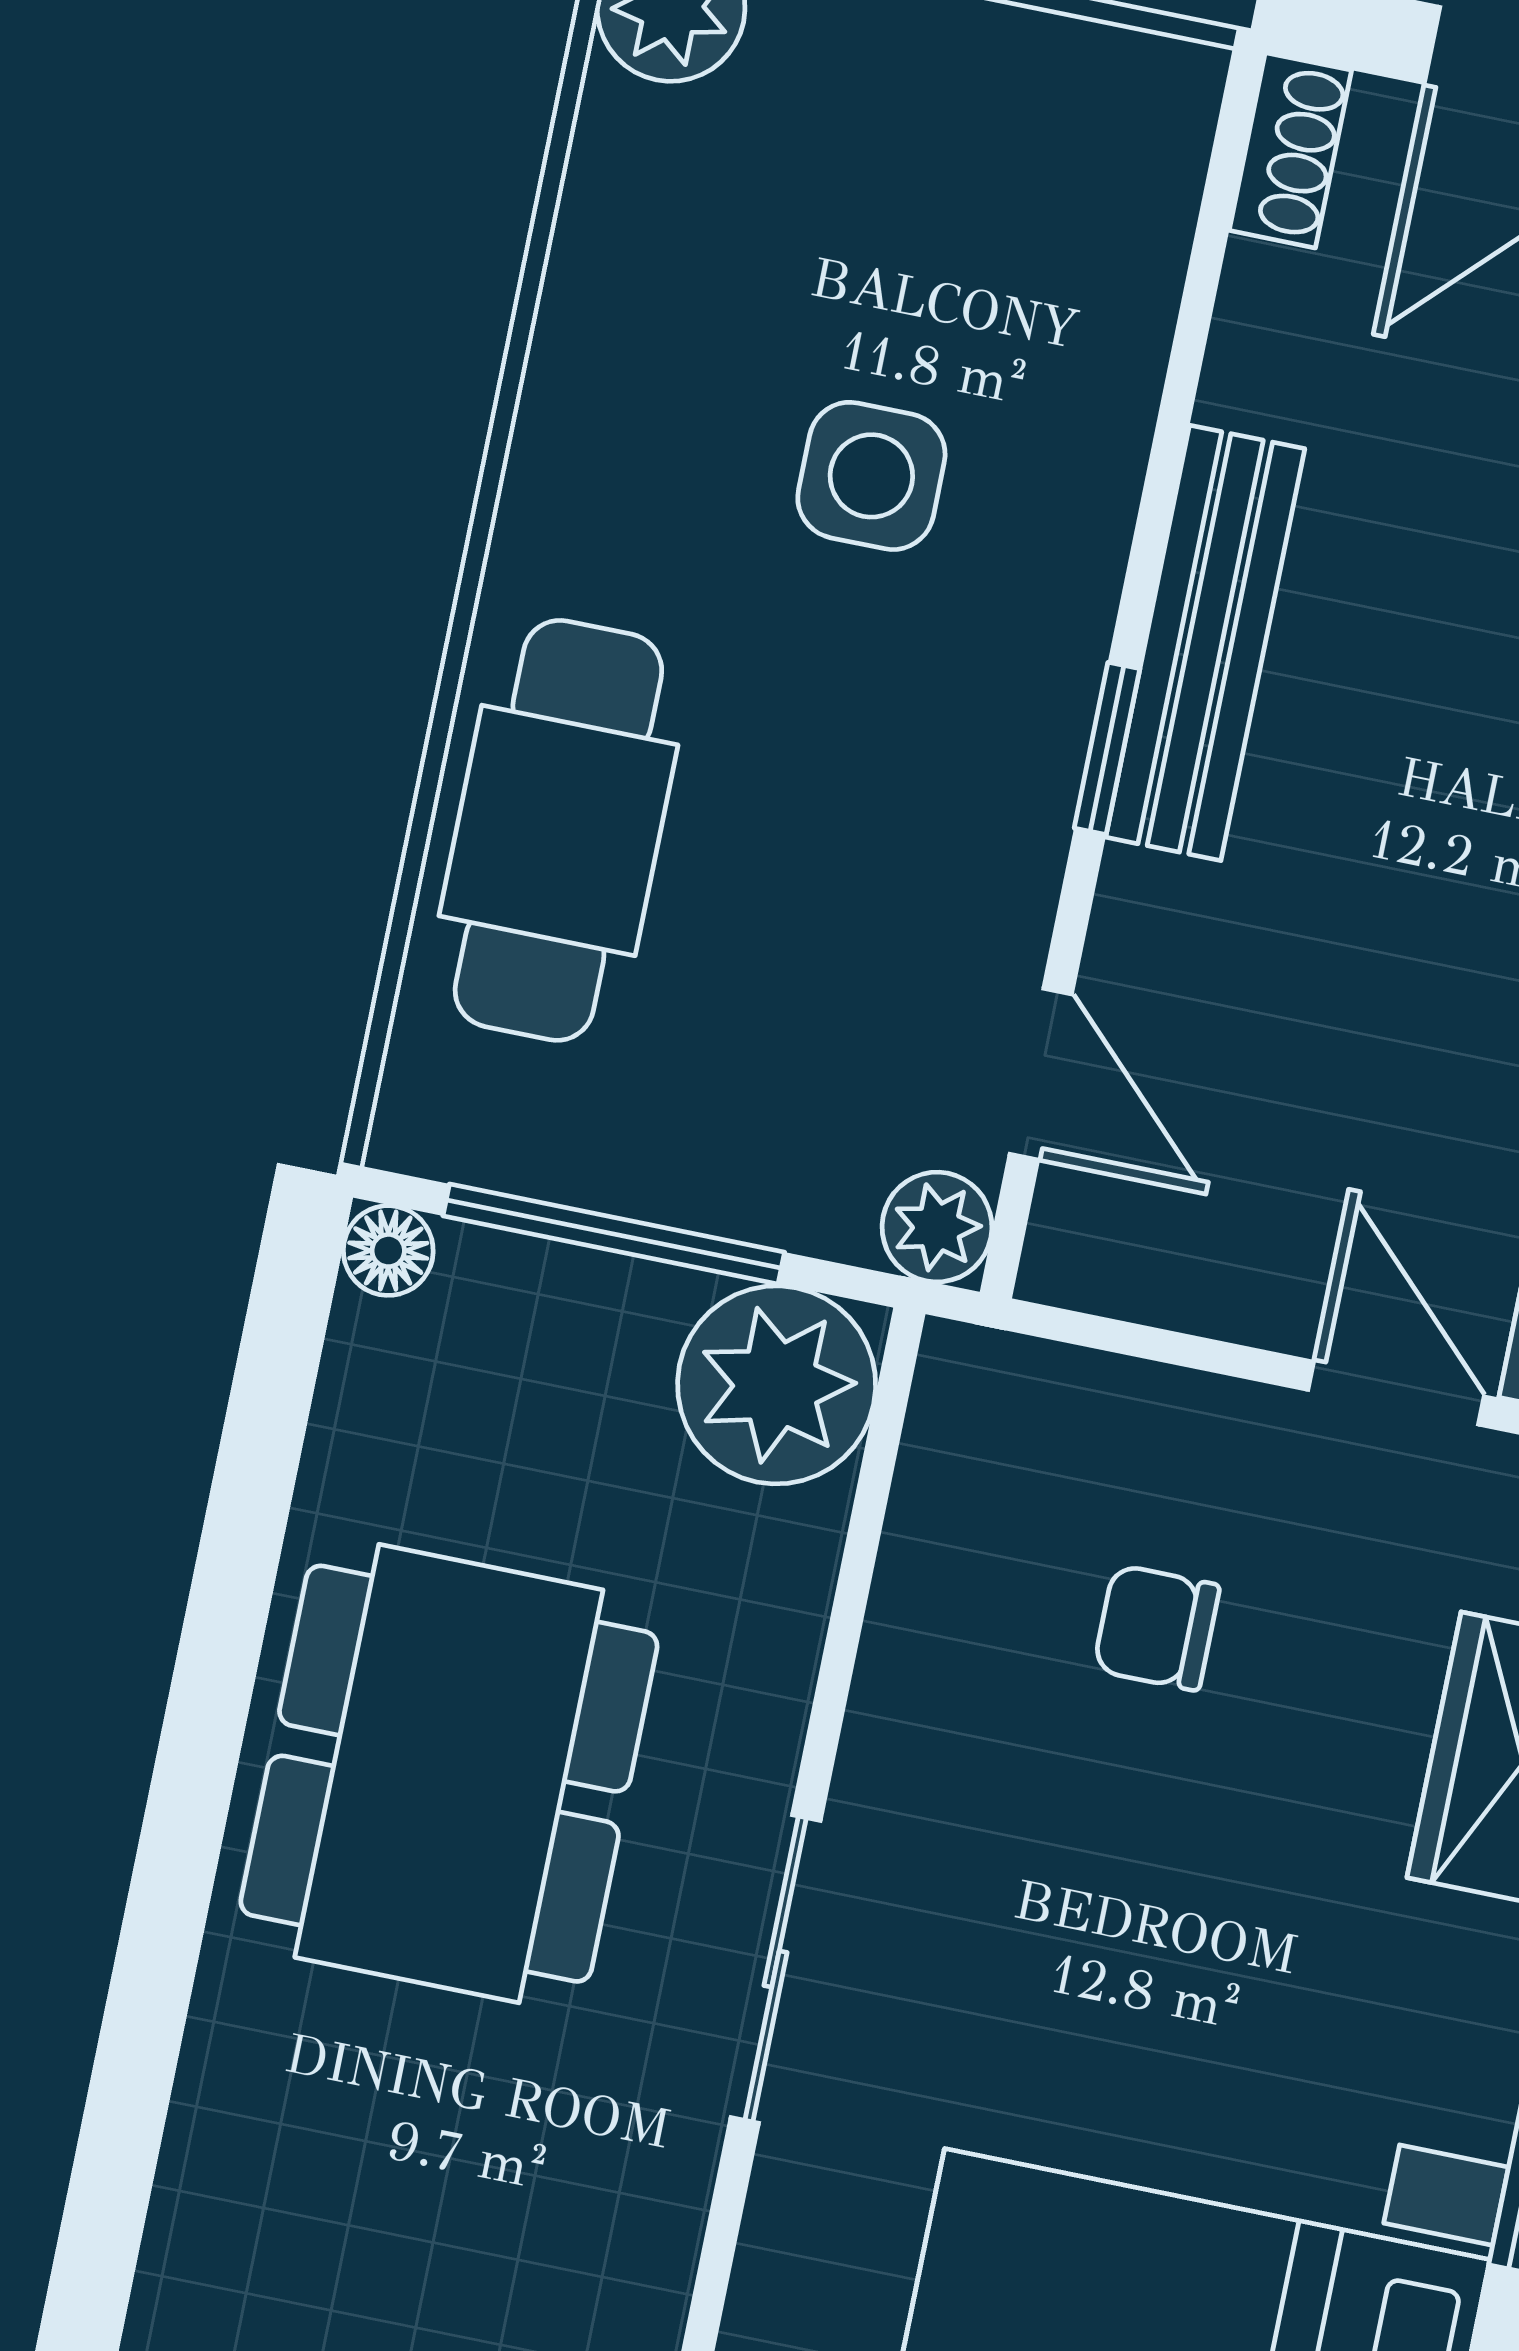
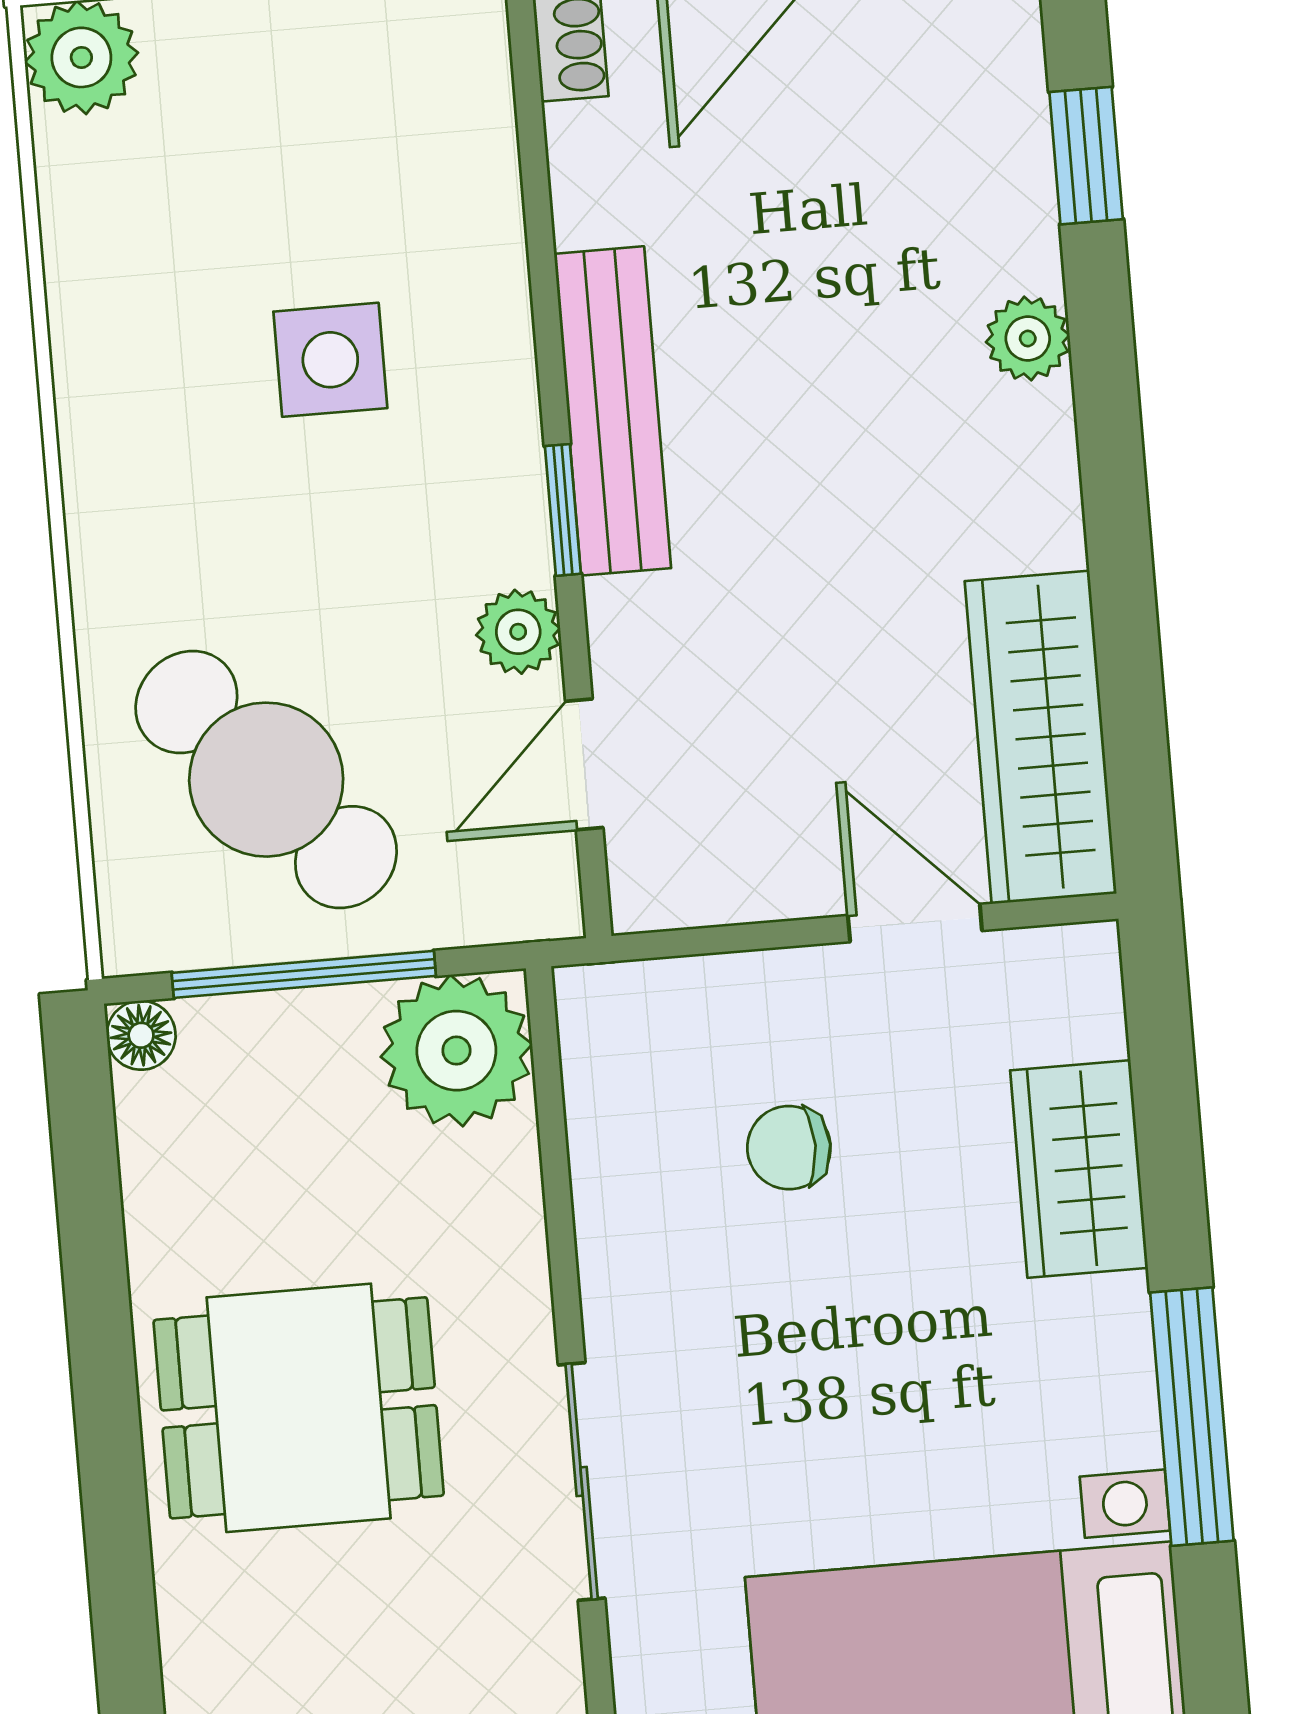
cafe table: (558, 830) -> (266, 780), moved, turned -41
door: (1041, 1074) -> (584, 764), swing flipped
plant: (937, 1227) -> (518, 632), moved
dining table: (449, 1774) -> (299, 1408), width x0.73

